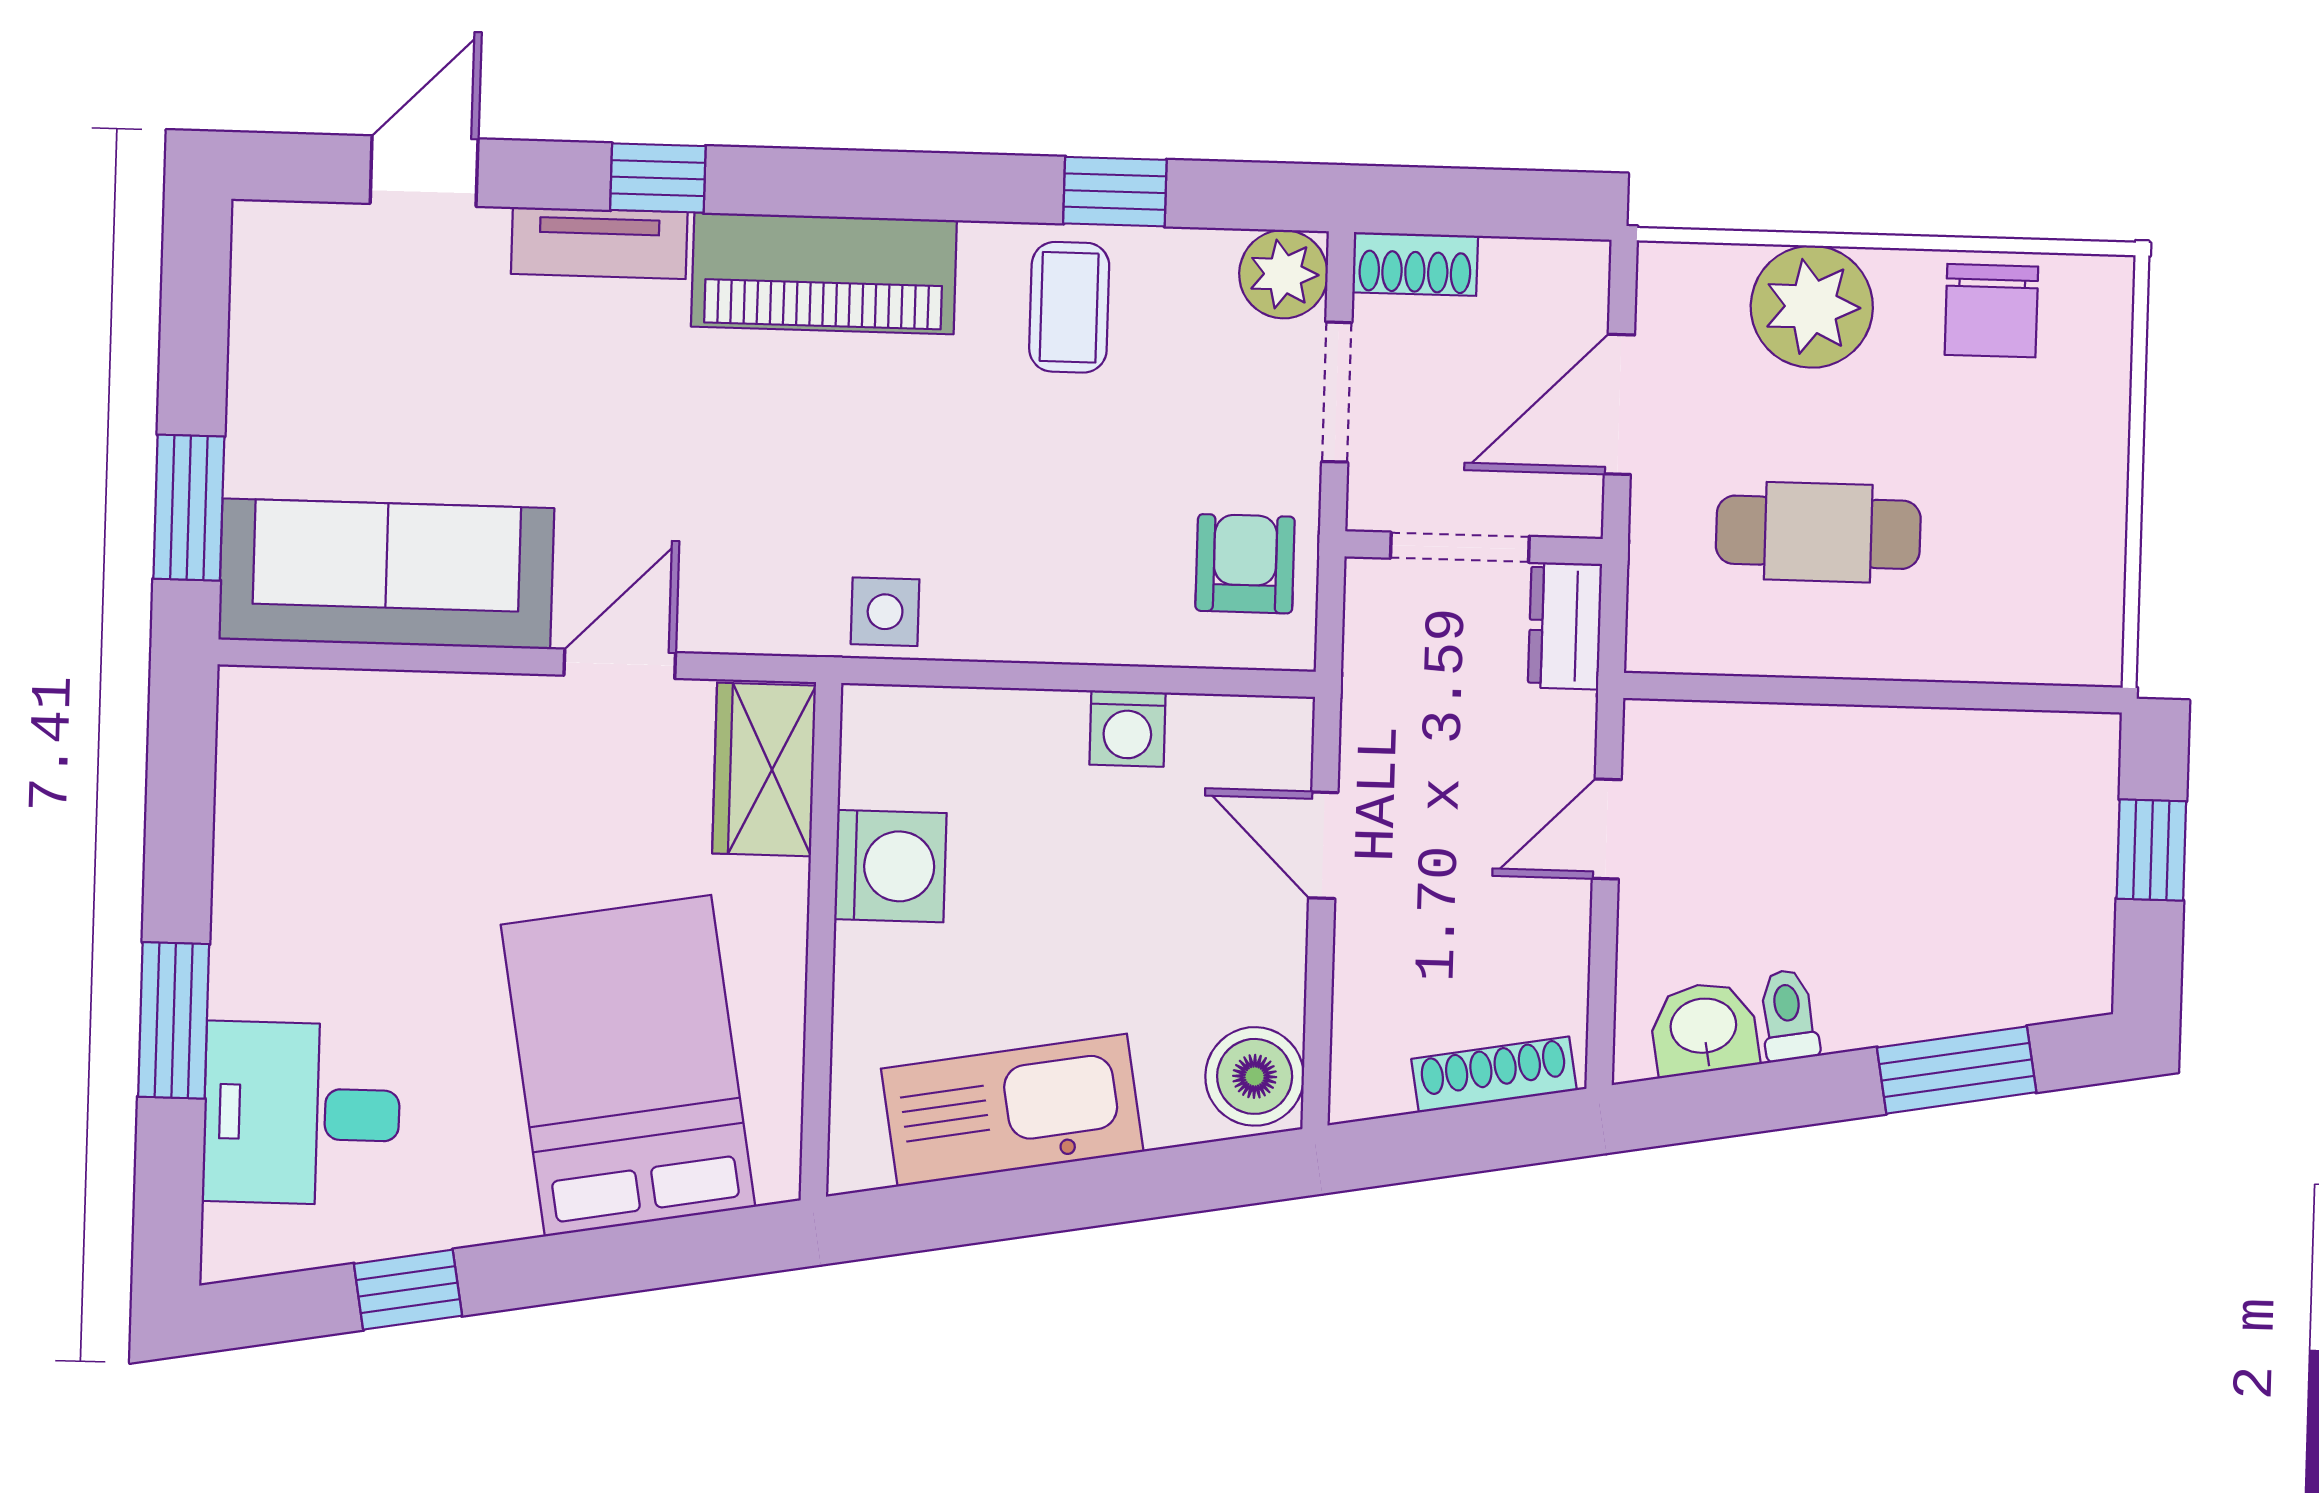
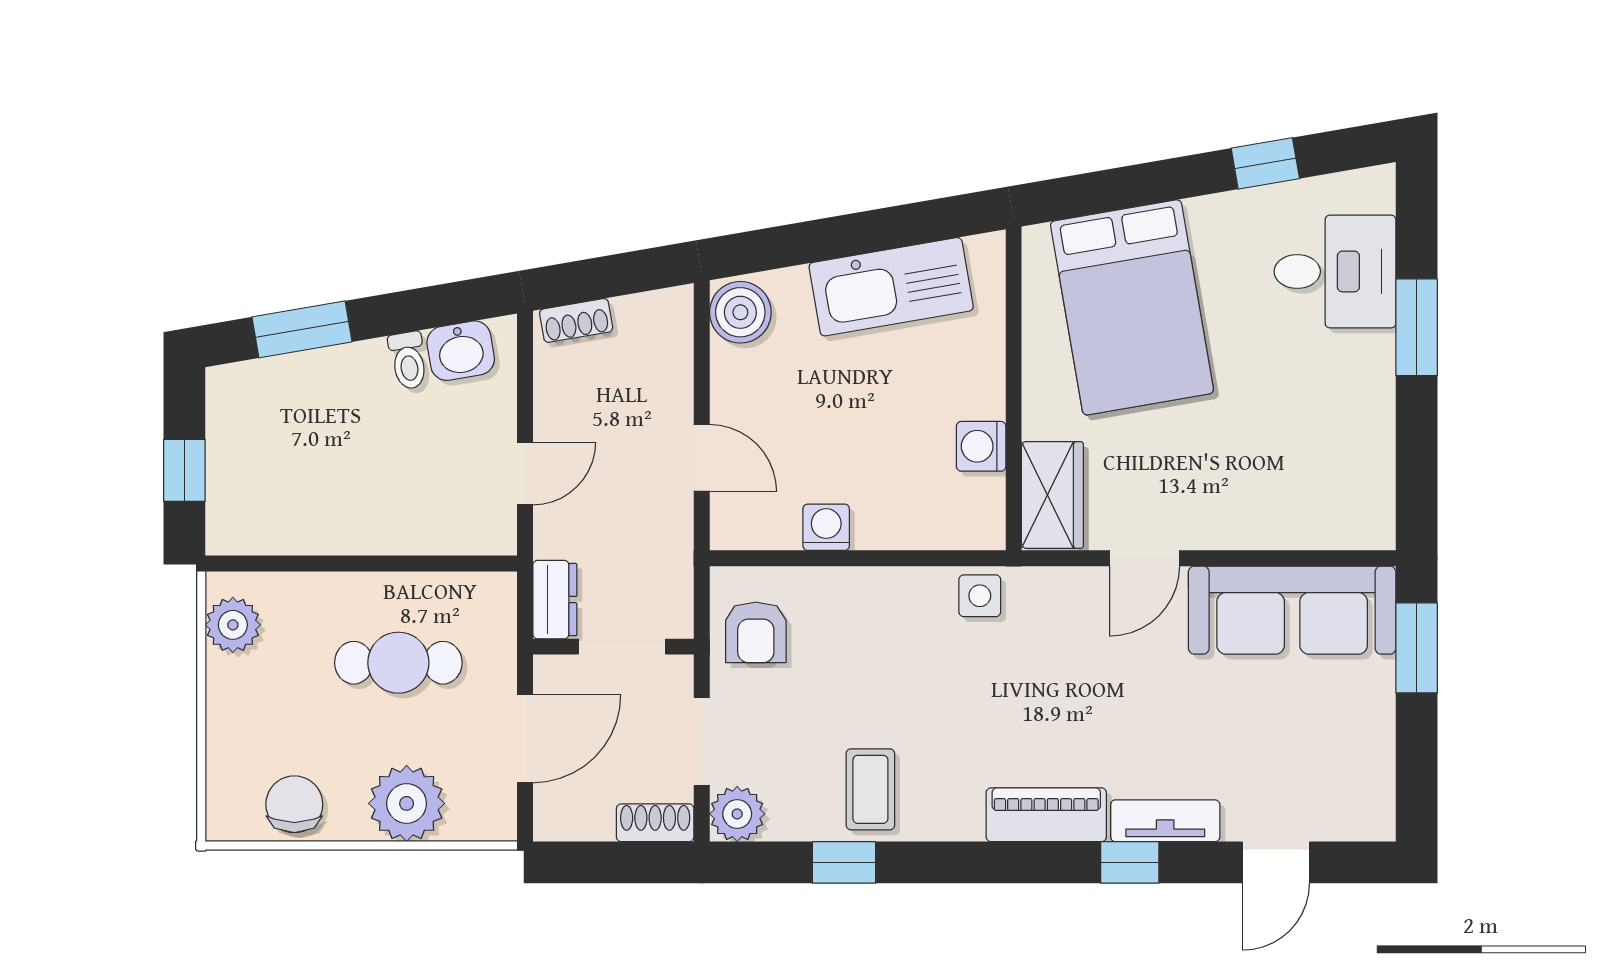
piano: (824, 273) -> (1046, 815), width x0.73, depth x0.75
plant: (2081, 601) -> (233, 625), added
washing machine: (890, 866) -> (981, 446), width x0.73, depth x0.73
shoe rack: (1494, 1075) -> (576, 320), width x0.70

